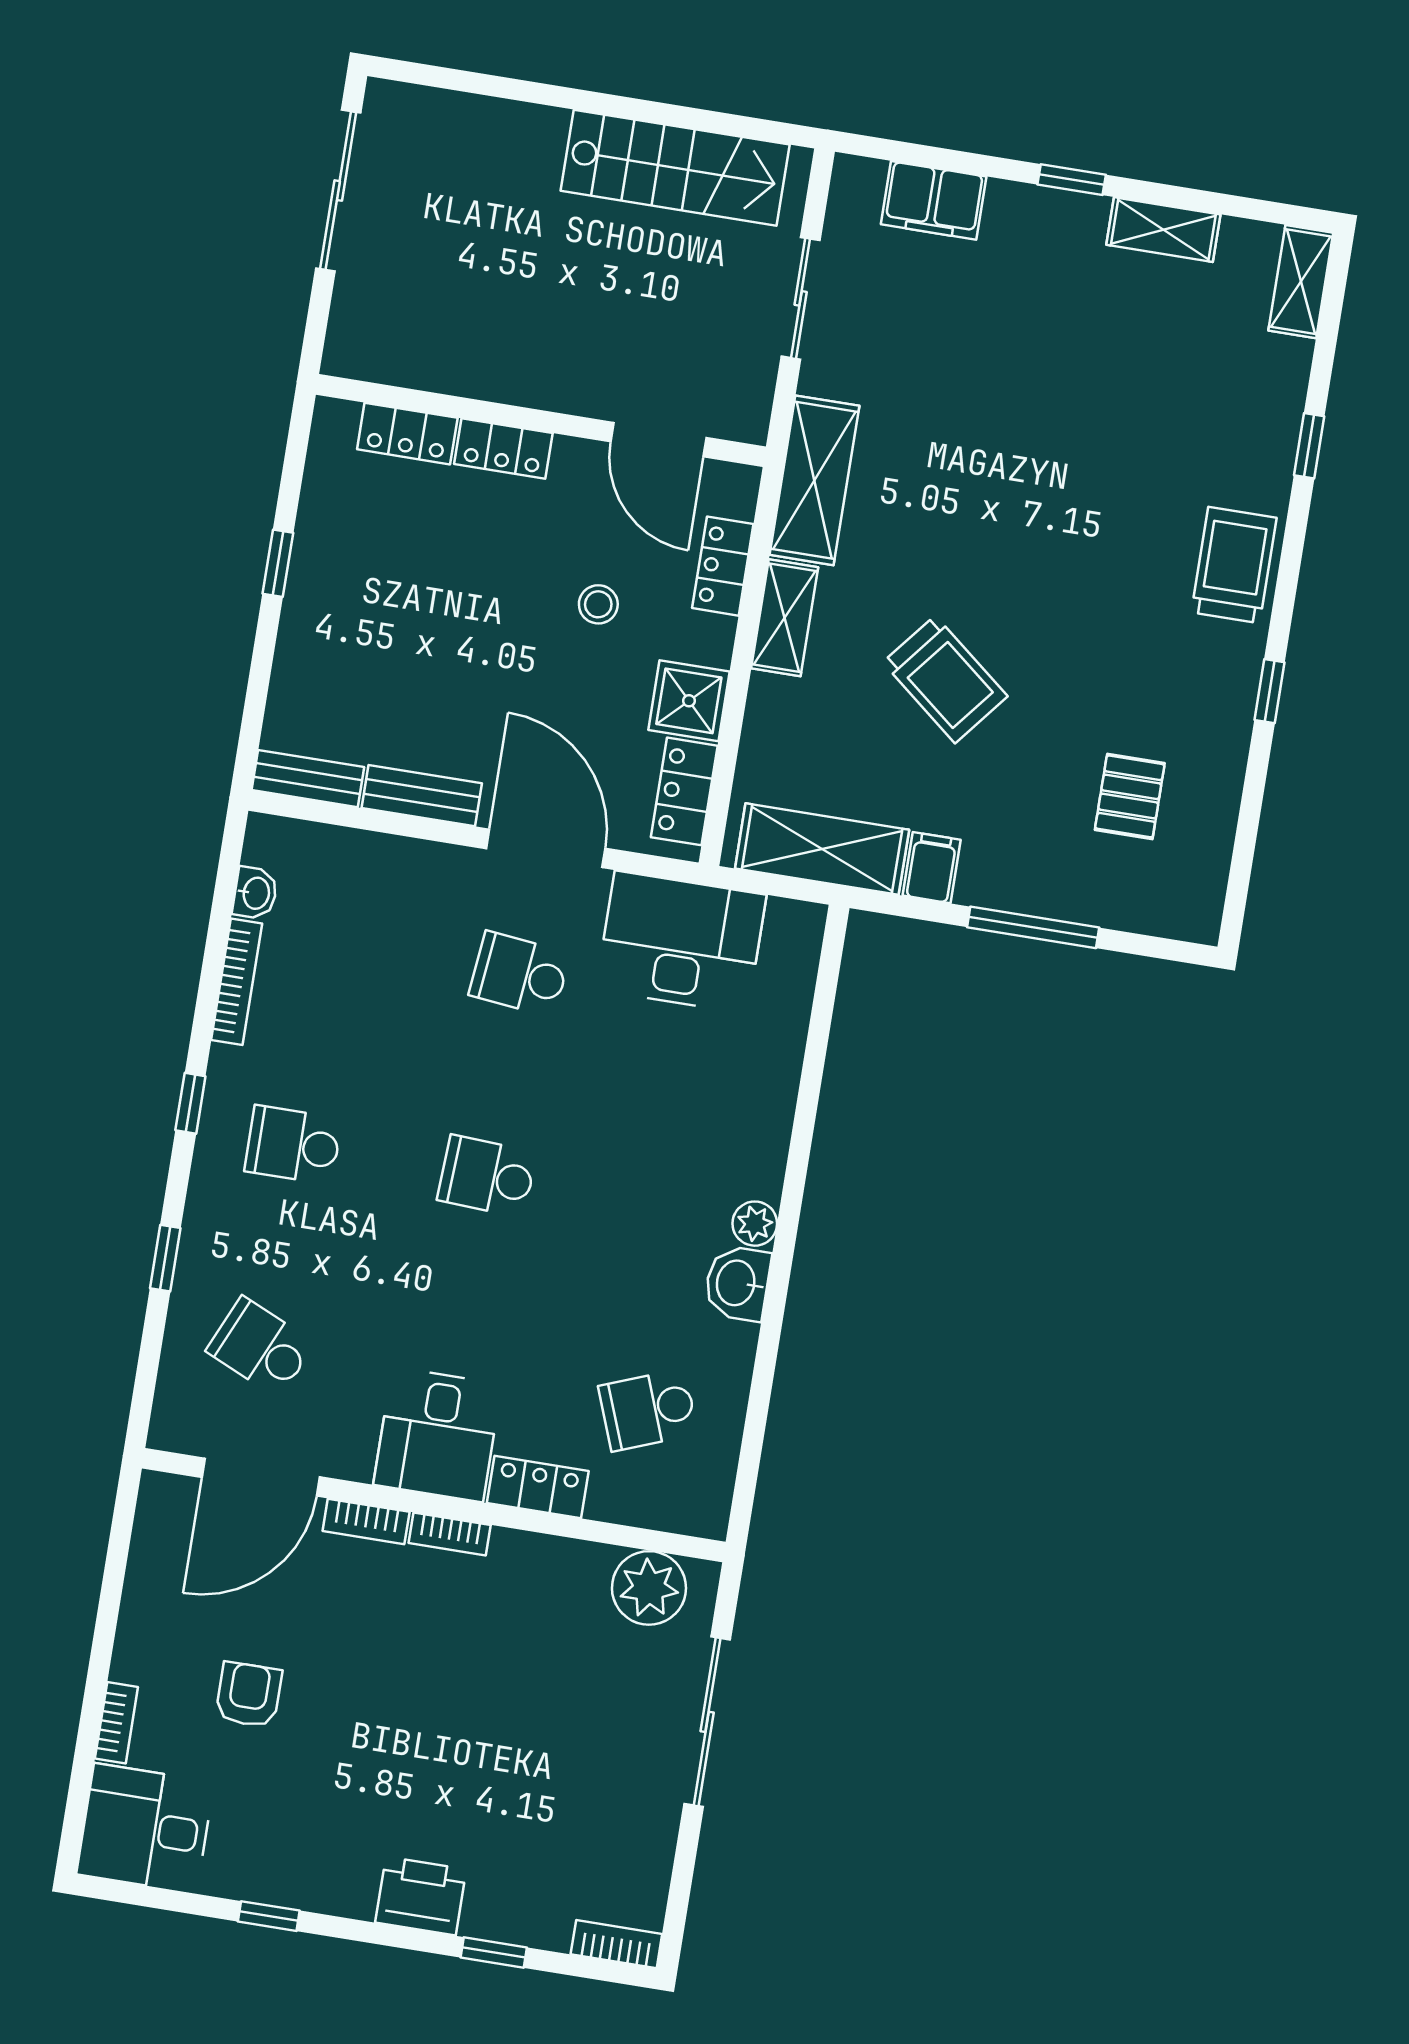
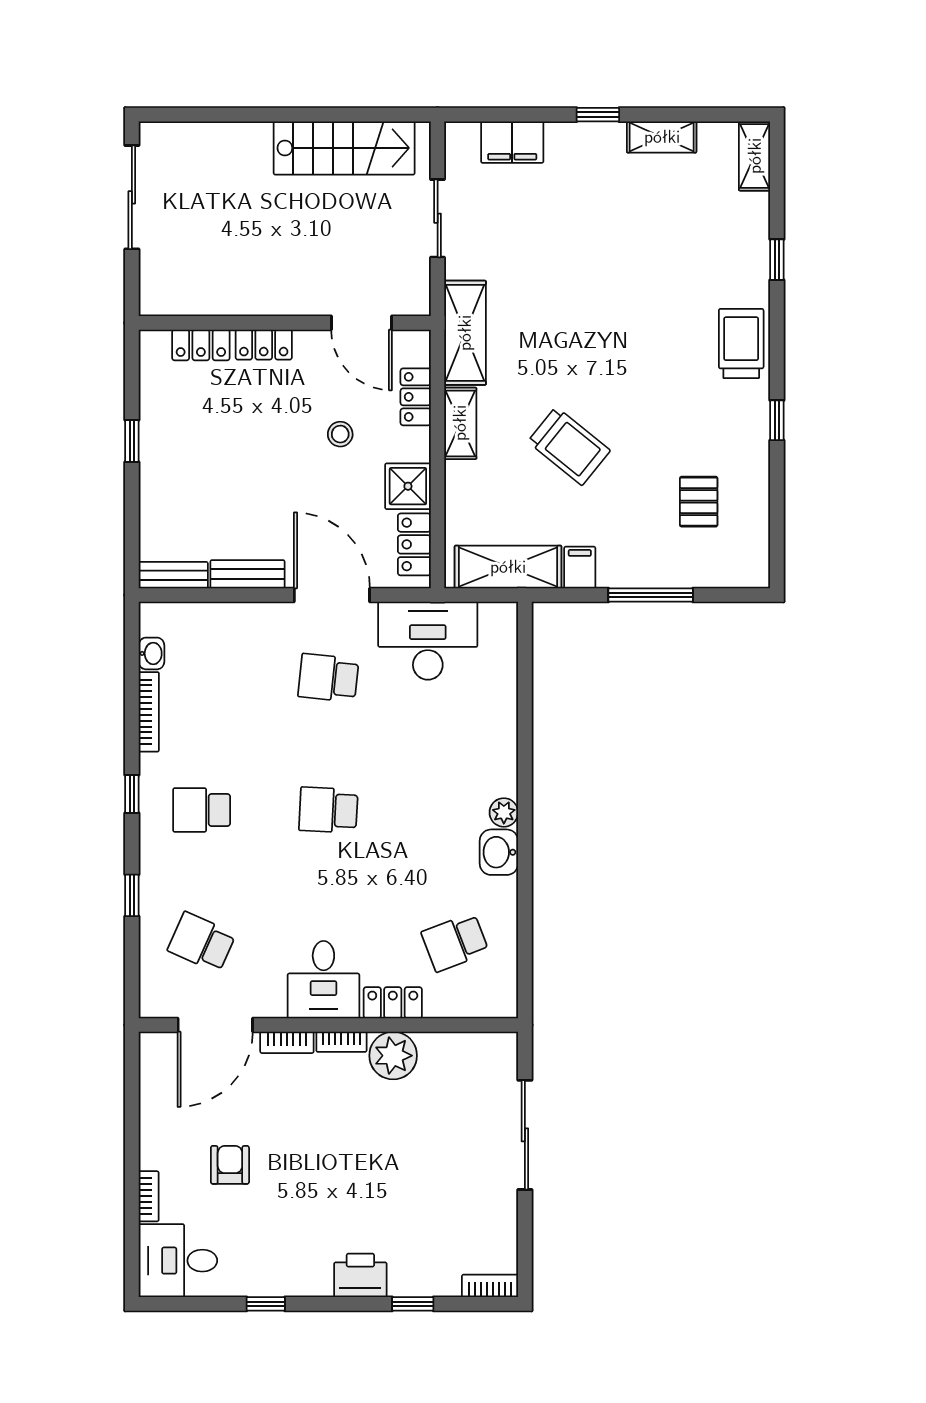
plant: (649, 1588) -> (393, 1056), moved

